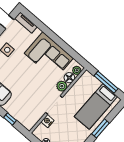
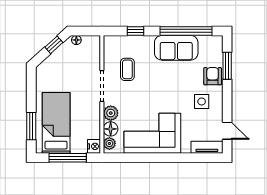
coffee table: (32, 102) -> (127, 69), added
nightstand: (47, 121) -> (94, 146), moved
window: (100, 128) -> (31, 126), moved

